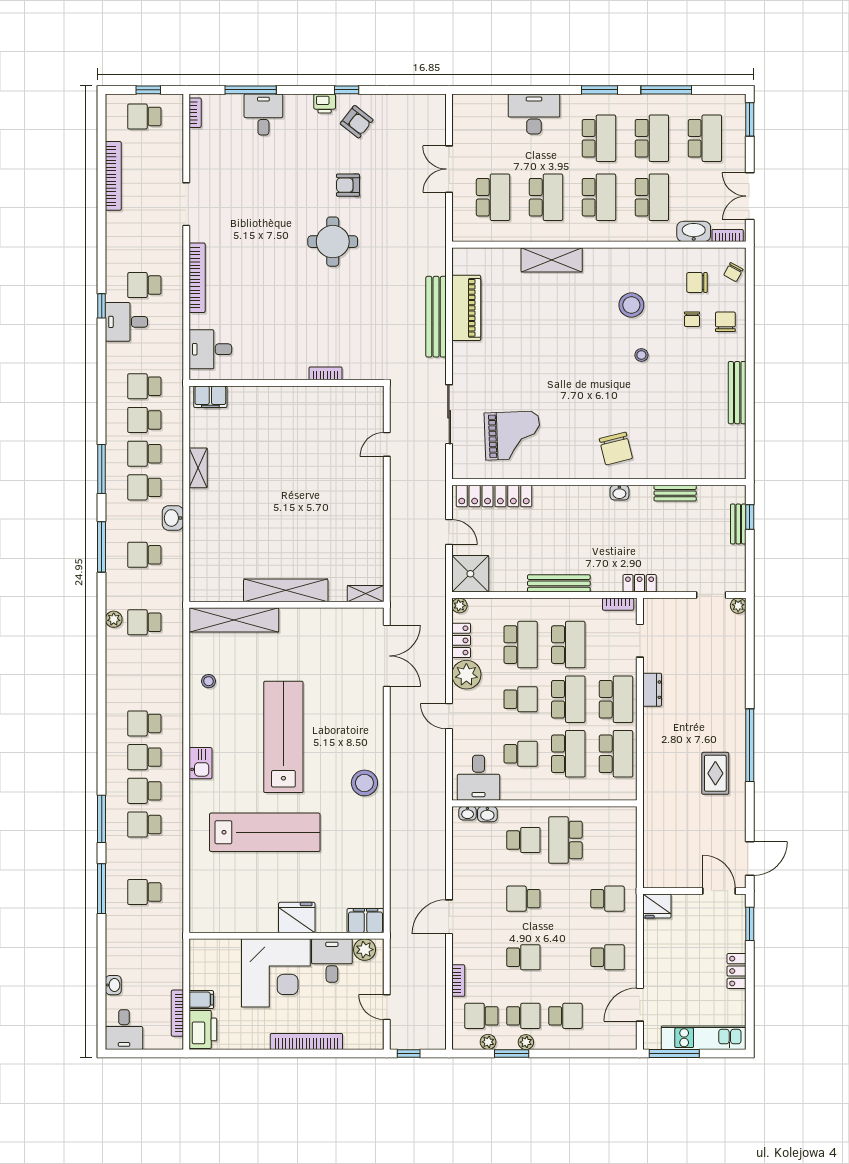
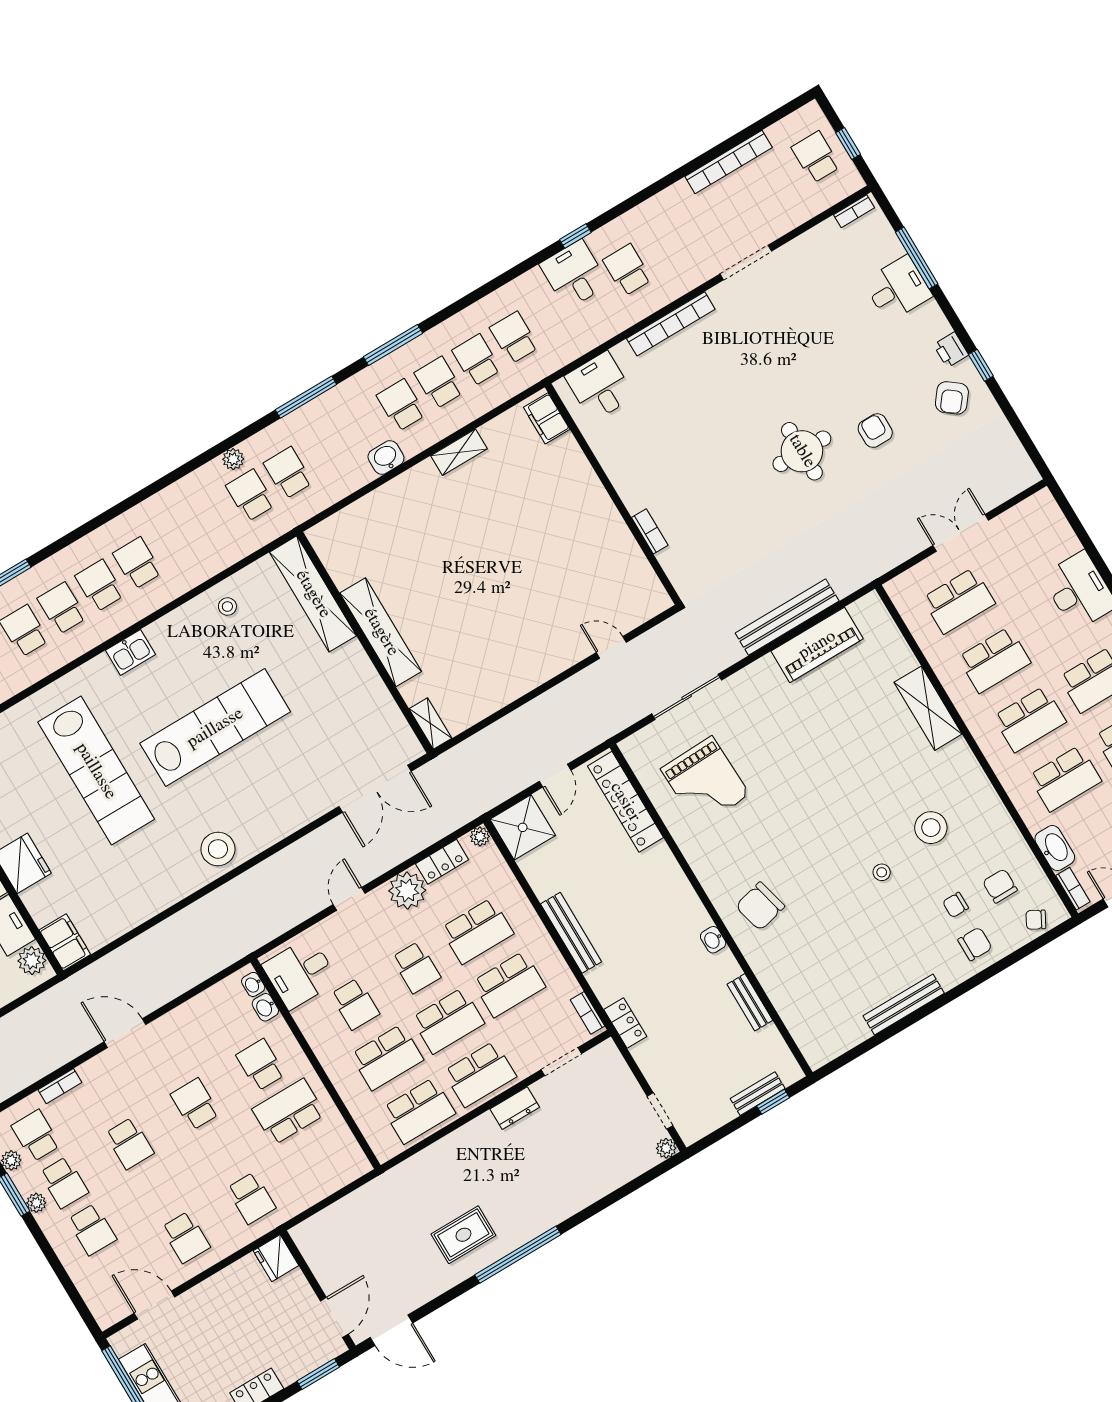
school desk: (144, 555) -> (288, 473), moved
school desk: (523, 840) -> (261, 1065), turned 180

